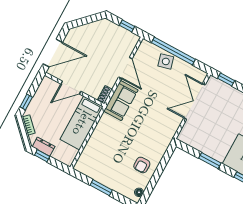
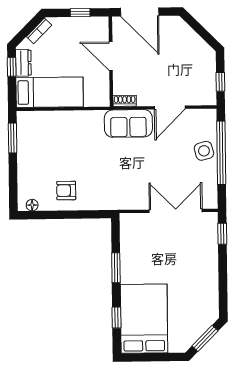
window: (26, 102) -> (80, 13), moved
bed: (82, 123) -> (50, 92), moved, turned 180
window: (101, 188) -> (13, 138), moved

